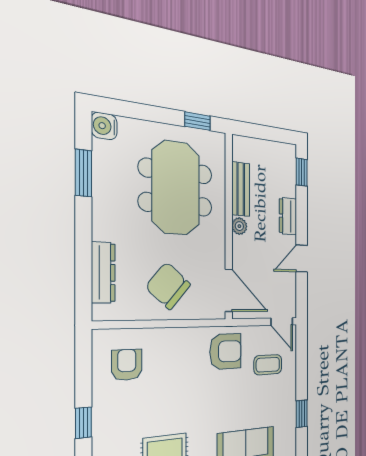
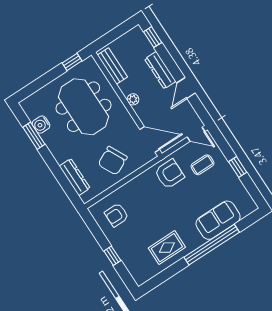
water cooler: (104, 126) -> (41, 125), moved
bench: (241, 189) -> (112, 66), moved
dresser: (288, 216) -> (160, 70), width x1.44
chair: (168, 286) -> (113, 161), turned -67
armchair: (127, 365) -> (116, 215), turned -90
window: (302, 414) -> (238, 167), moved

